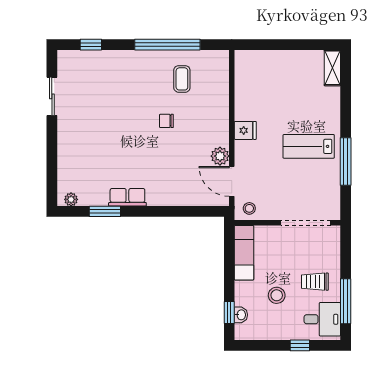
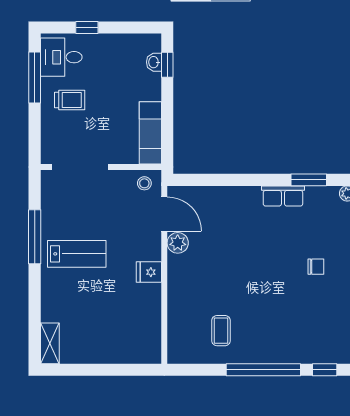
window: (167, 45) -> (263, 370), moved
chair: (166, 121) -> (316, 267), moved
stool: (277, 295) -> (113, 84), removed

